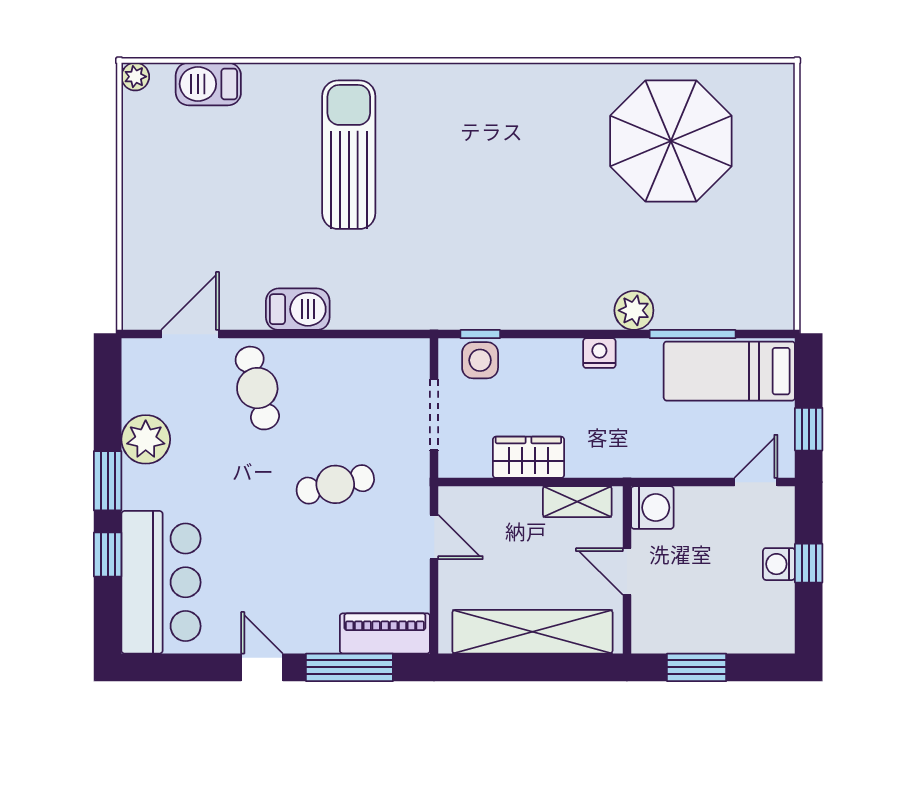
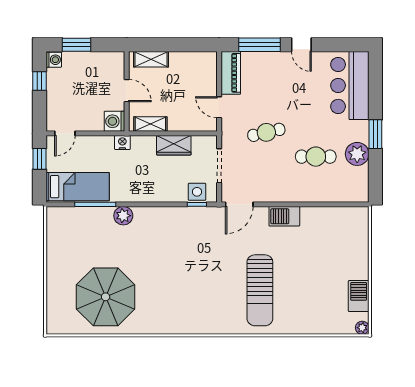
barbecue: (208, 84) -> (359, 296), moved, turned -90
door: (190, 334) -> (239, 204), moved
nightstand: (599, 353) -> (122, 143), moved, turned 180
cafe table: (257, 388) -> (316, 157), moved, turned -75
window: (108, 554) -> (375, 99), removed
window: (809, 563) -> (40, 81), moved
washing machine: (779, 564) -> (54, 60), moved
shelving: (532, 632) -> (151, 59), width x0.45, depth x0.75
piano: (385, 633) -> (231, 73), moved, turned -90
window: (697, 667) -> (77, 45), moved

